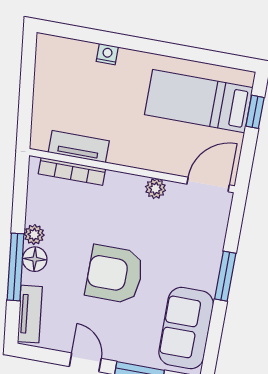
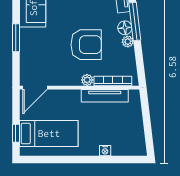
tv unit: (79, 147) -> (105, 96), width x1.41
plant: (155, 189) -> (87, 80), moved
armchair: (115, 274) -> (86, 45), moved

